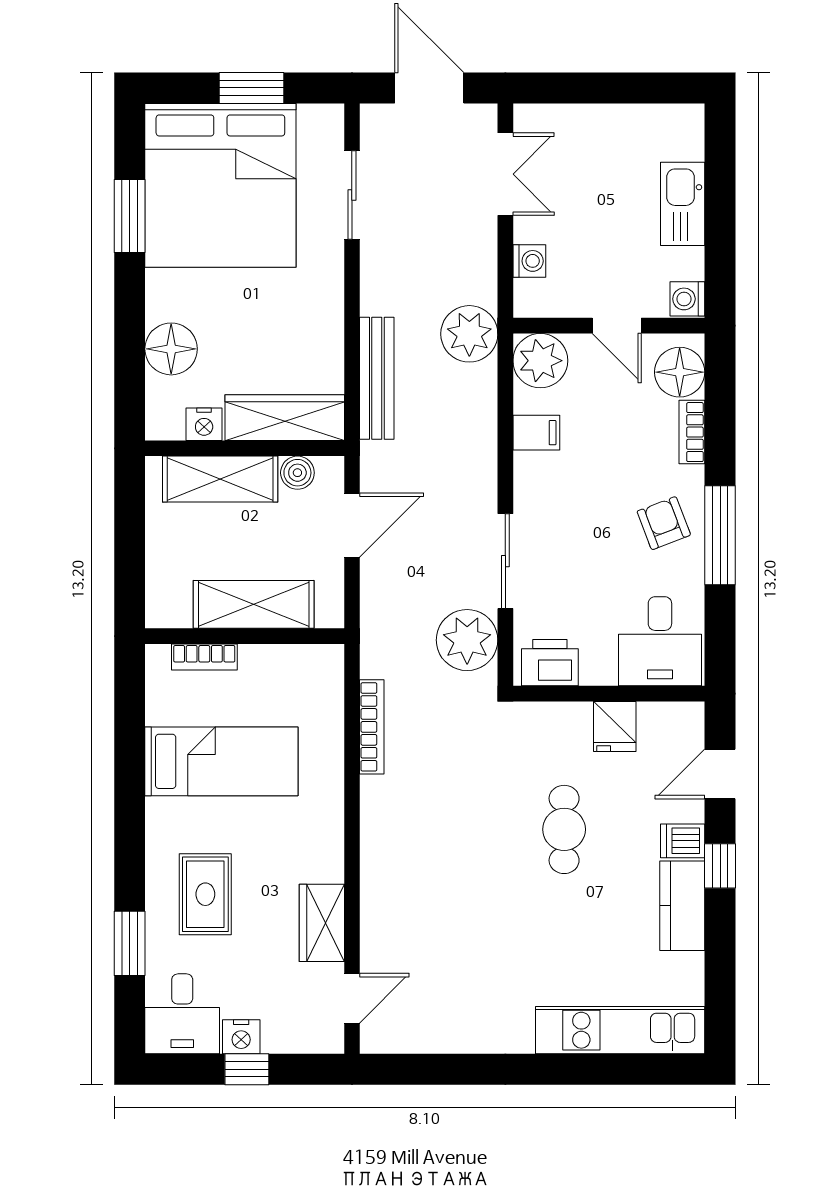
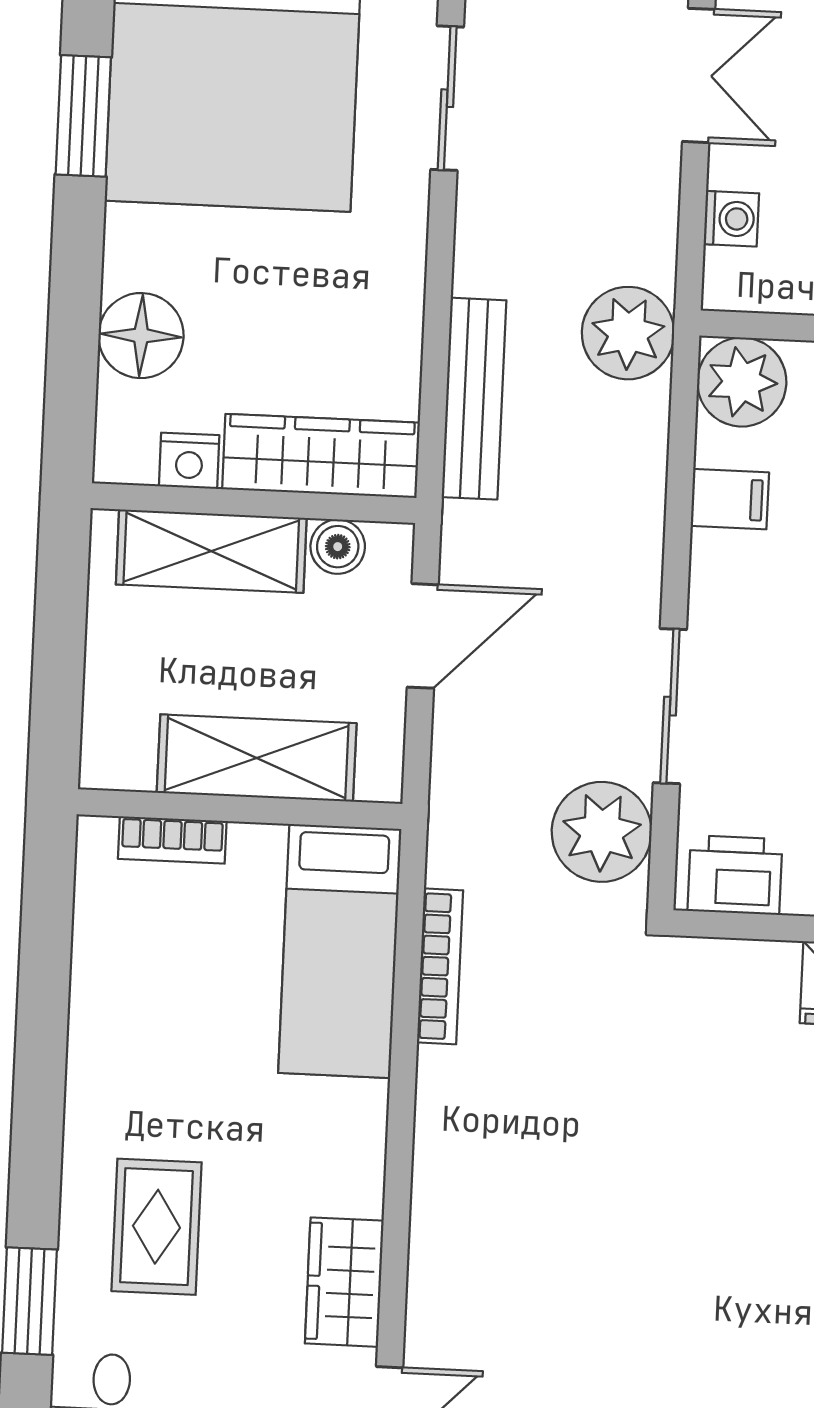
bed: (221, 761) -> (340, 951), moved, turned 90
cafe table: (564, 829) -> (746, 1148), removed

